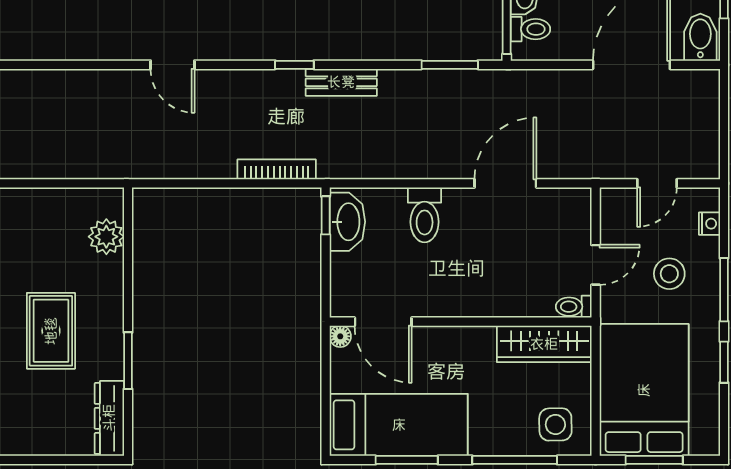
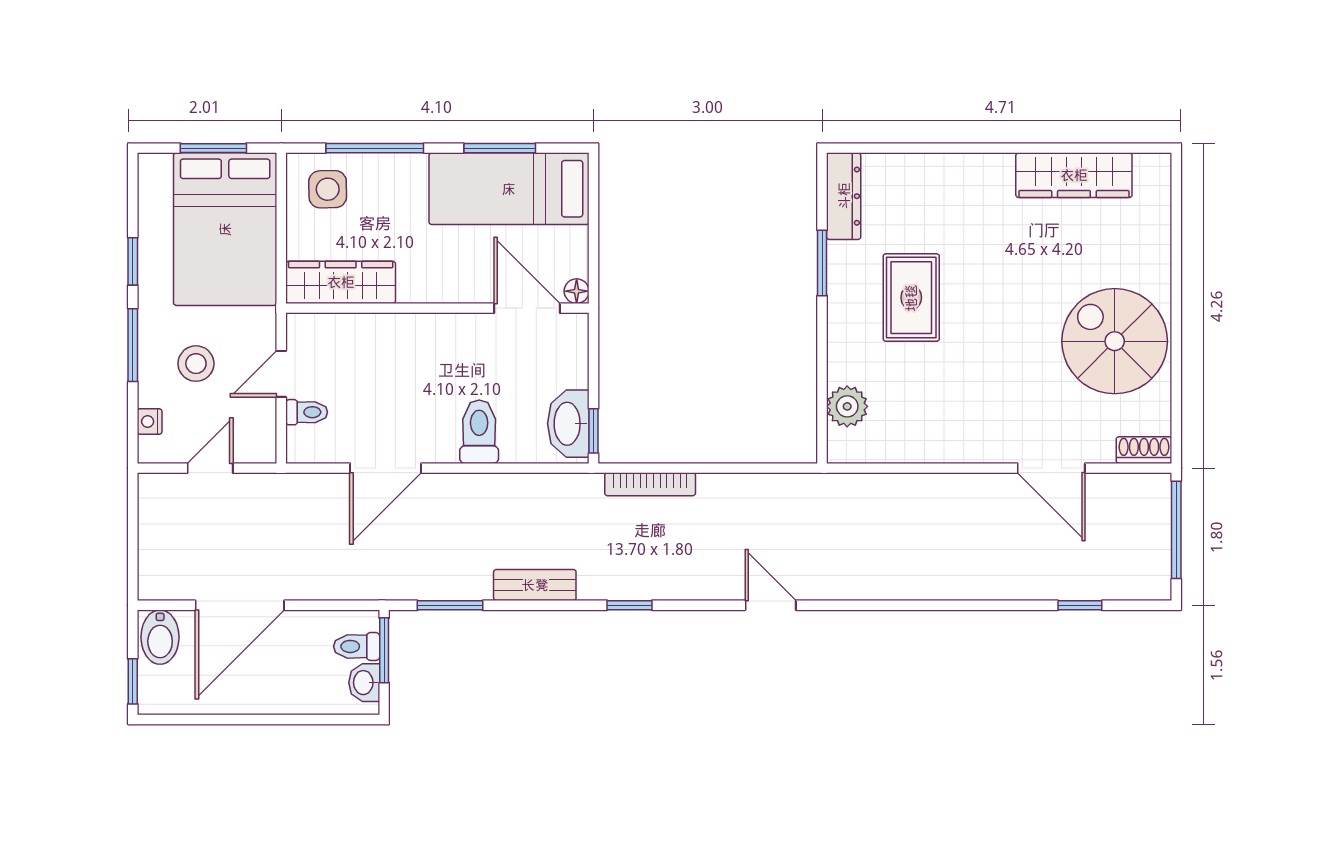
bench: (341, 82) -> (535, 585), moved
toilet: (574, 307) -> (307, 412), moved

